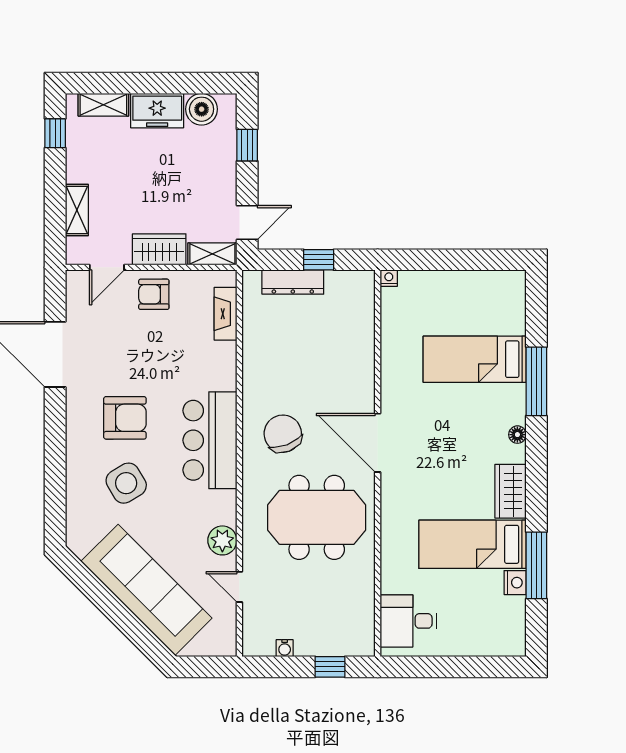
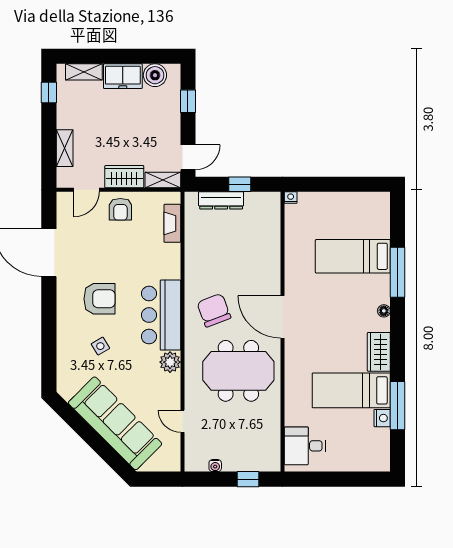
armchair: (154, 294) -> (120, 209), turned -90
side table: (126, 483) -> (100, 346), width x0.54, depth x0.54
plant: (222, 540) -> (170, 362), moved

